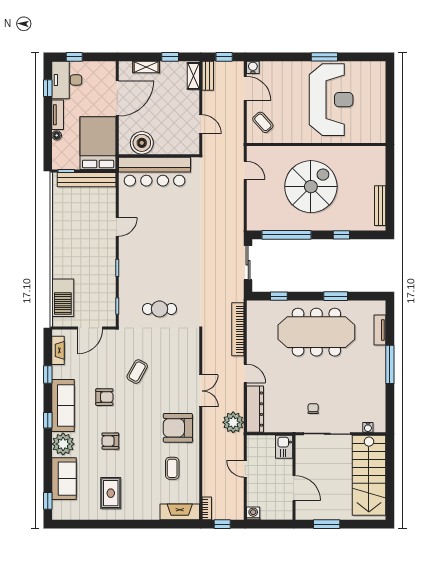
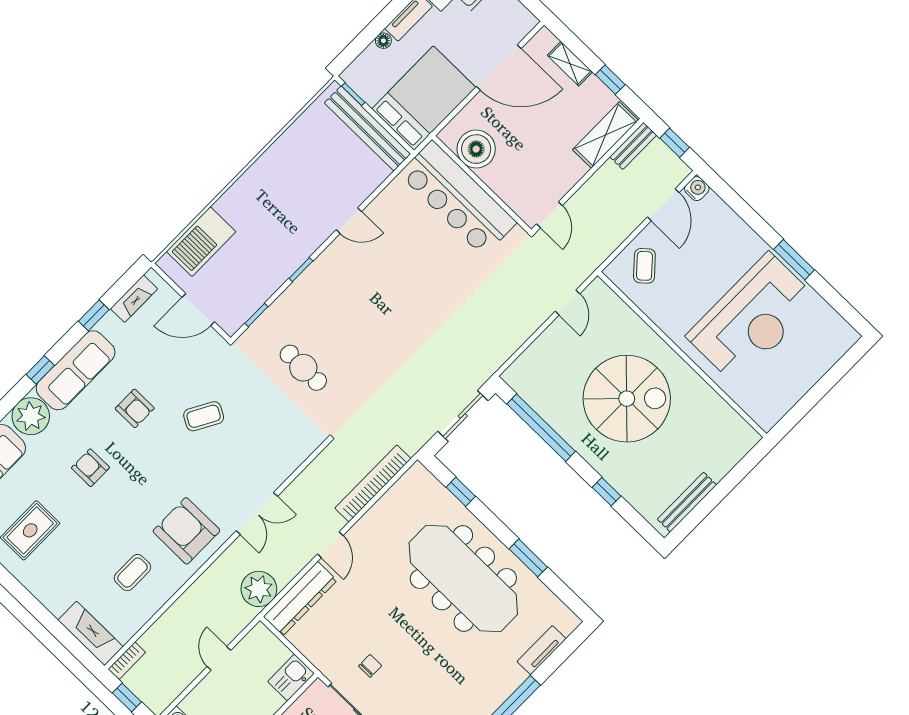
shelving: (193, 76) -> (605, 135), width x1.50, depth x1.33
door: (201, 124) -> (549, 215), moved

